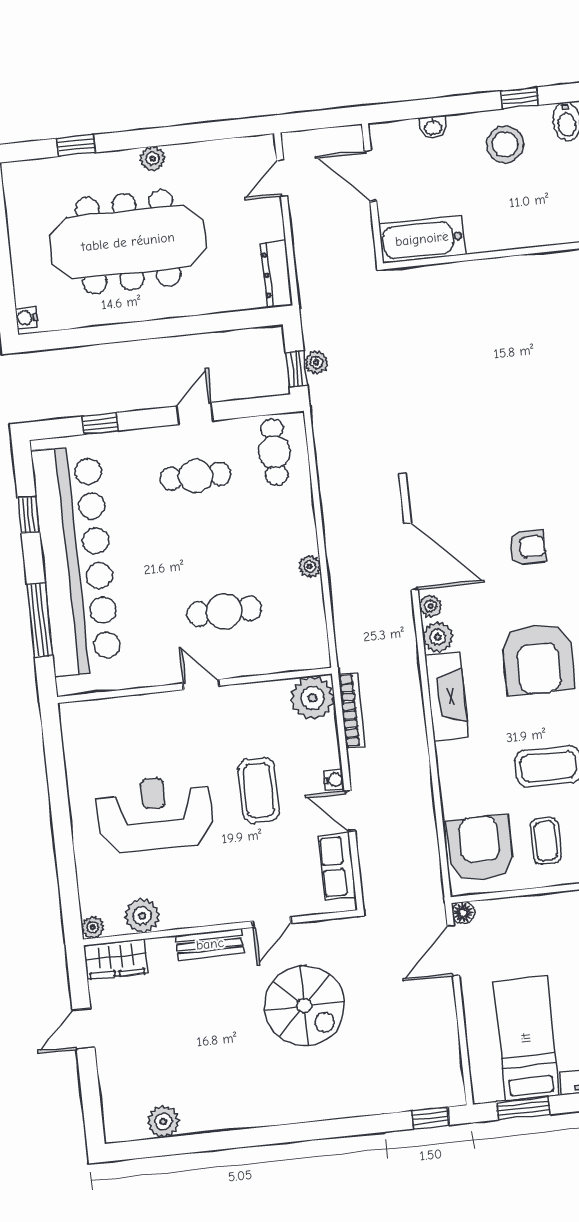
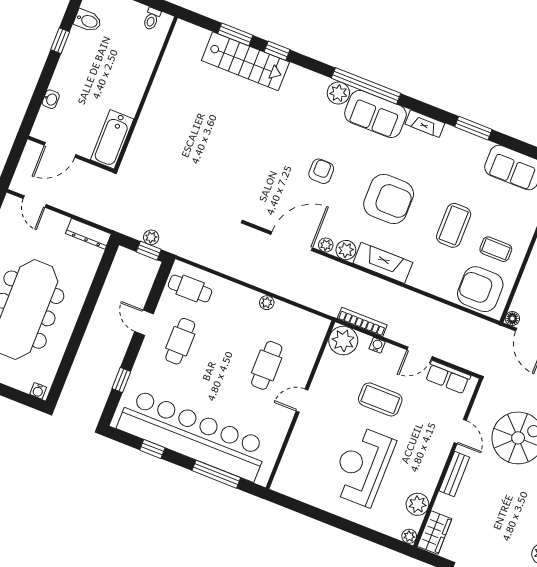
stool: (505, 144) -> (82, 63), removed
water cooler: (334, 780) -> (377, 345), moved

